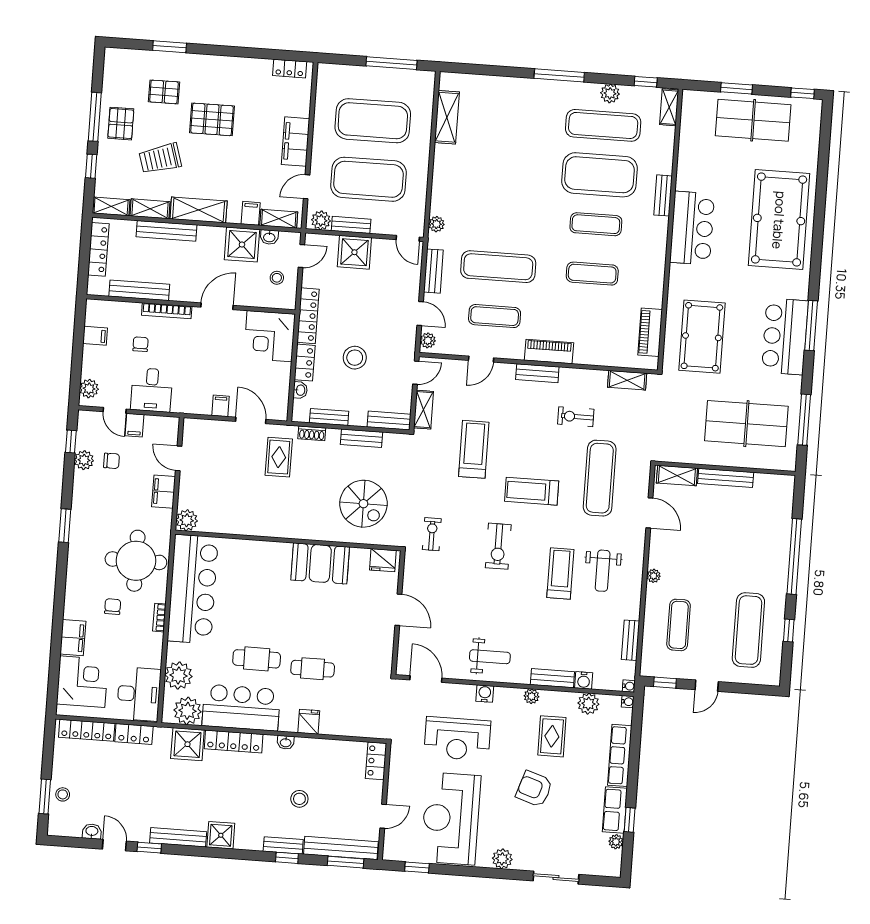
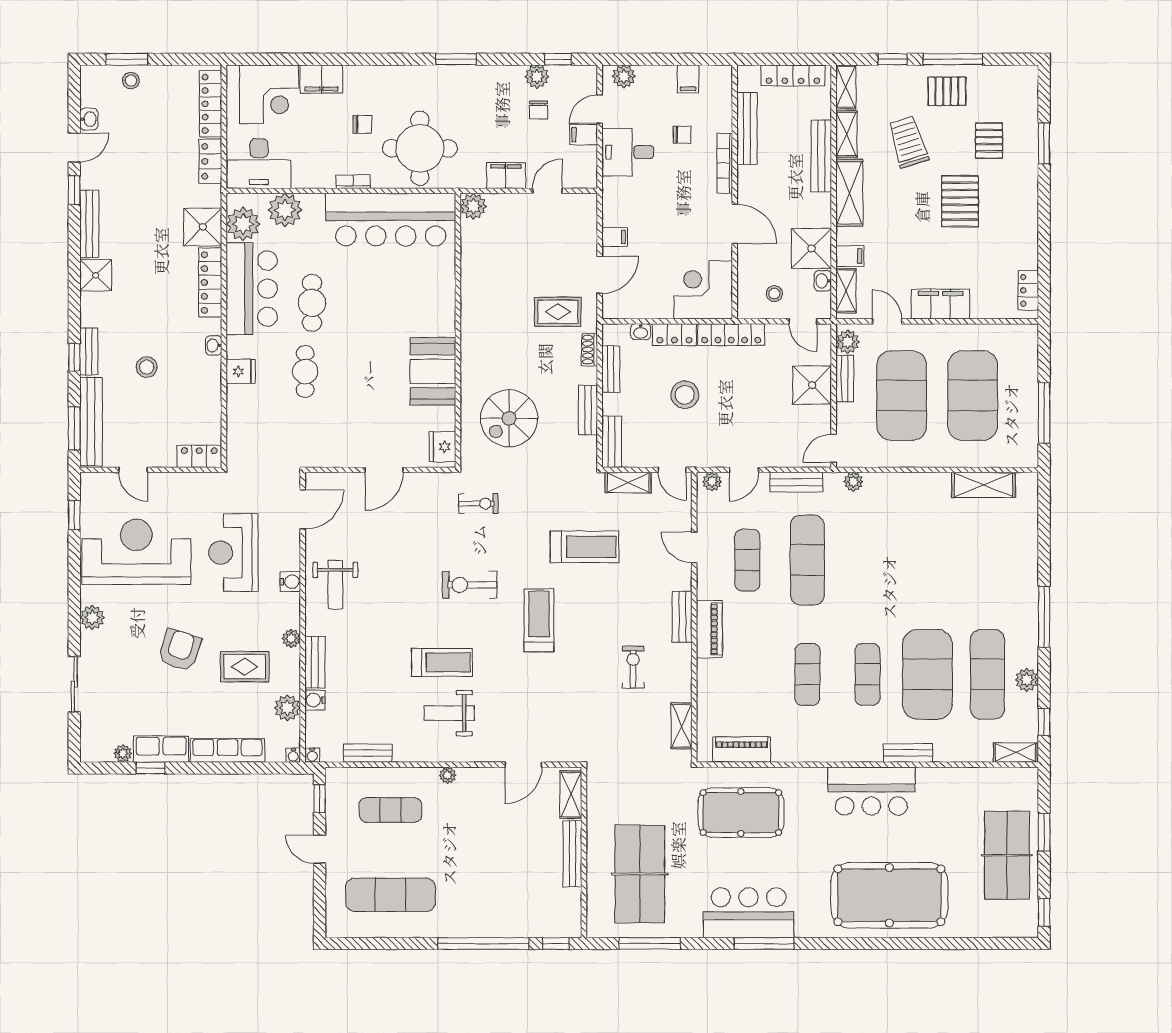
exercise mat: (600, 478) -> (561, 702), removed
window: (789, 630) -> (556, 943), moved

